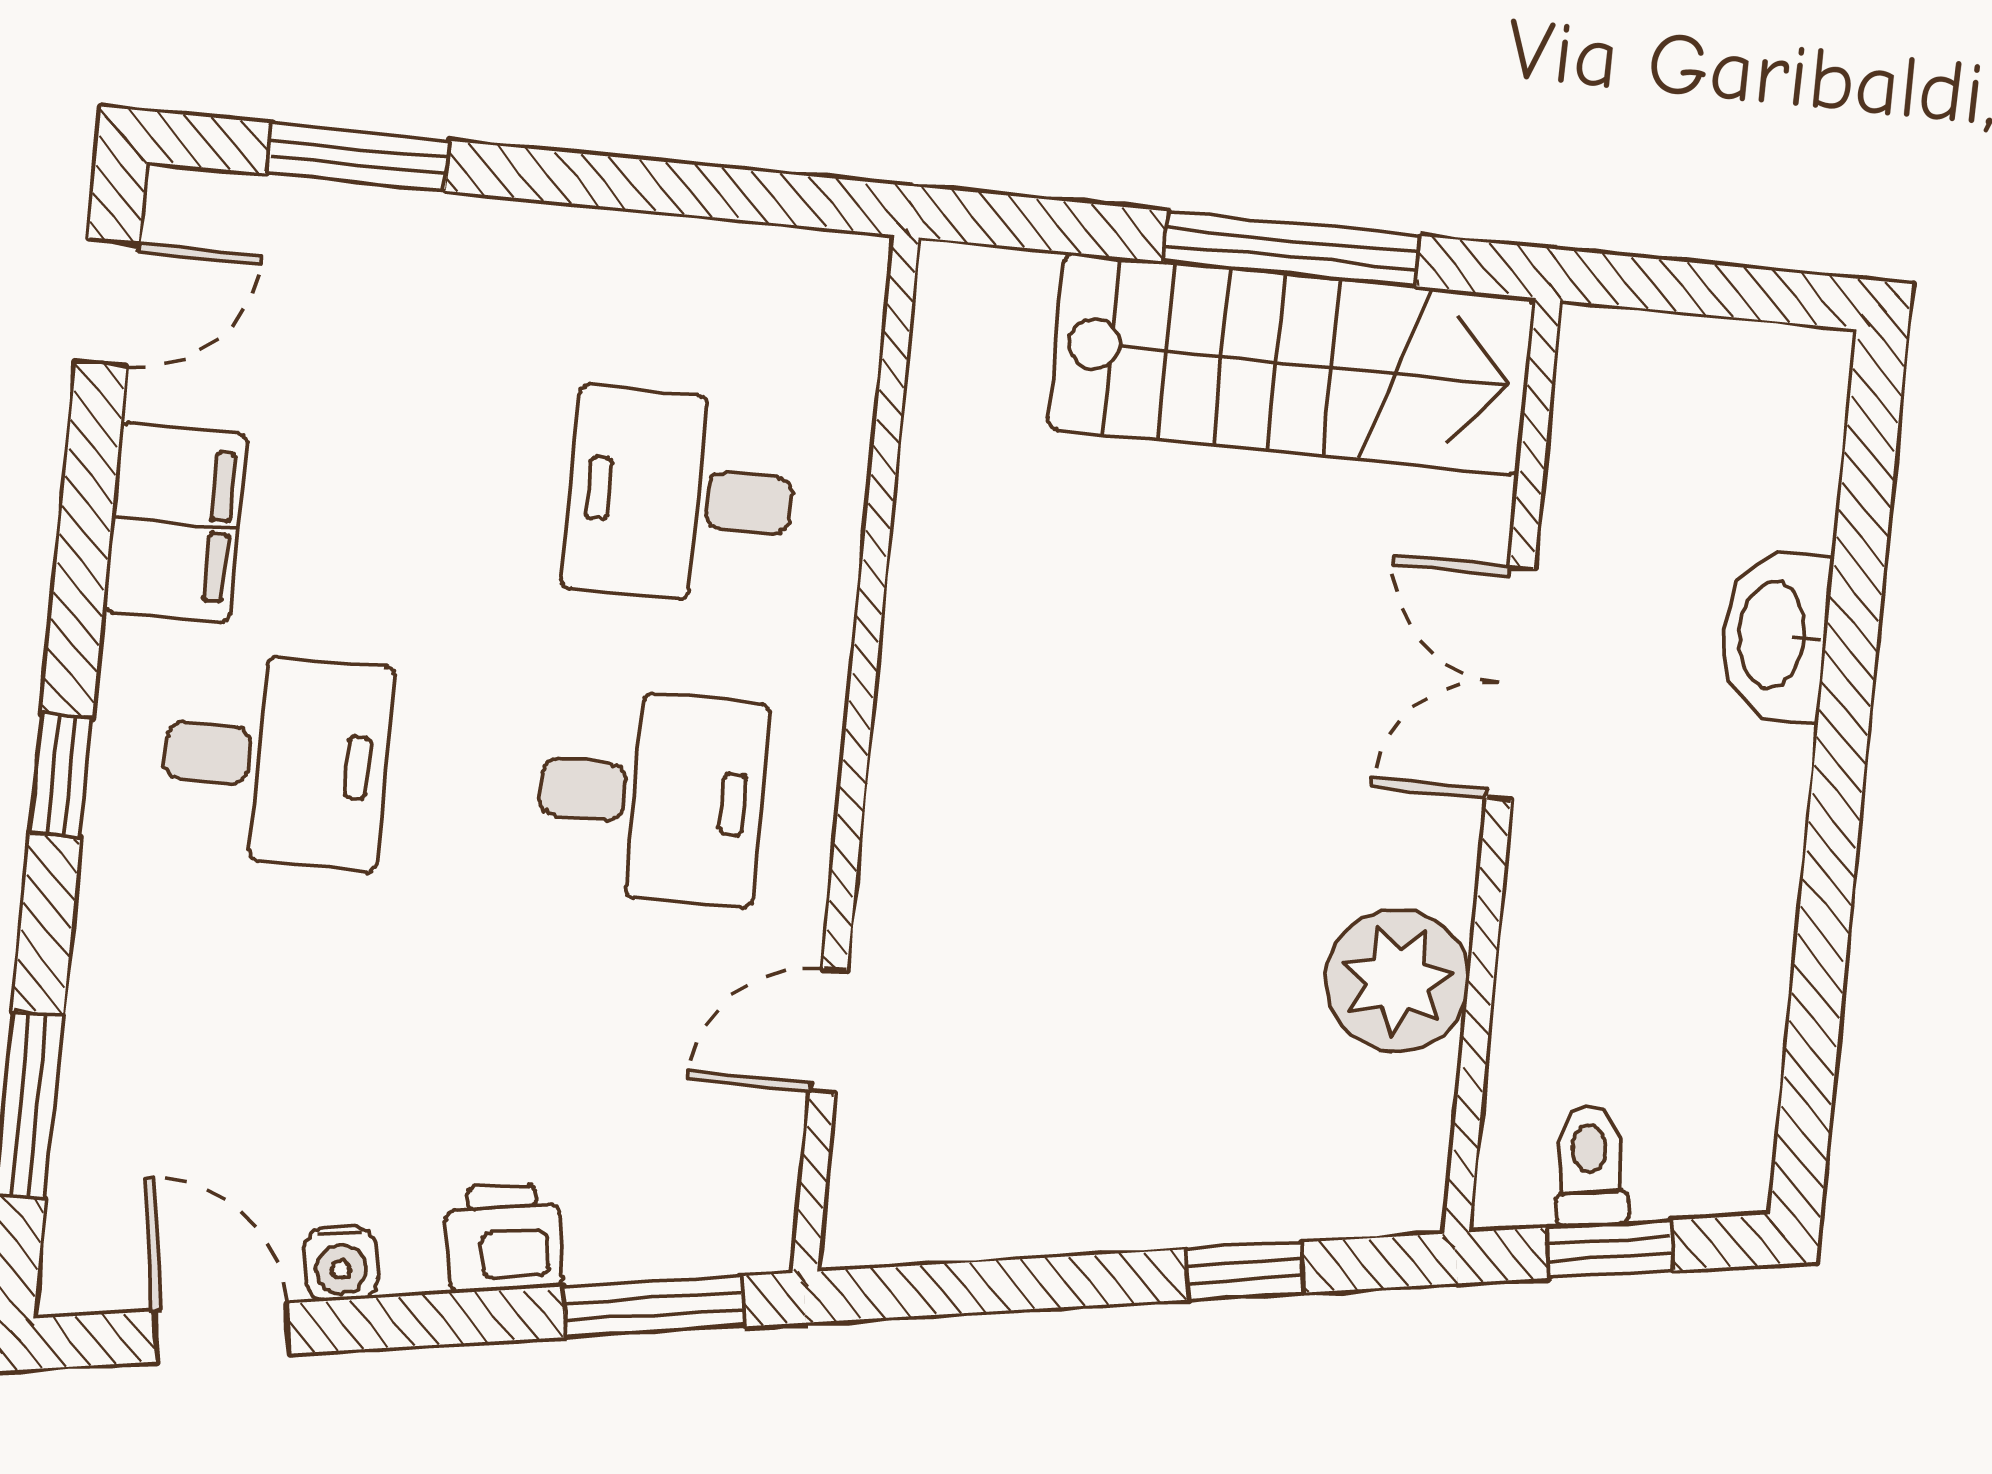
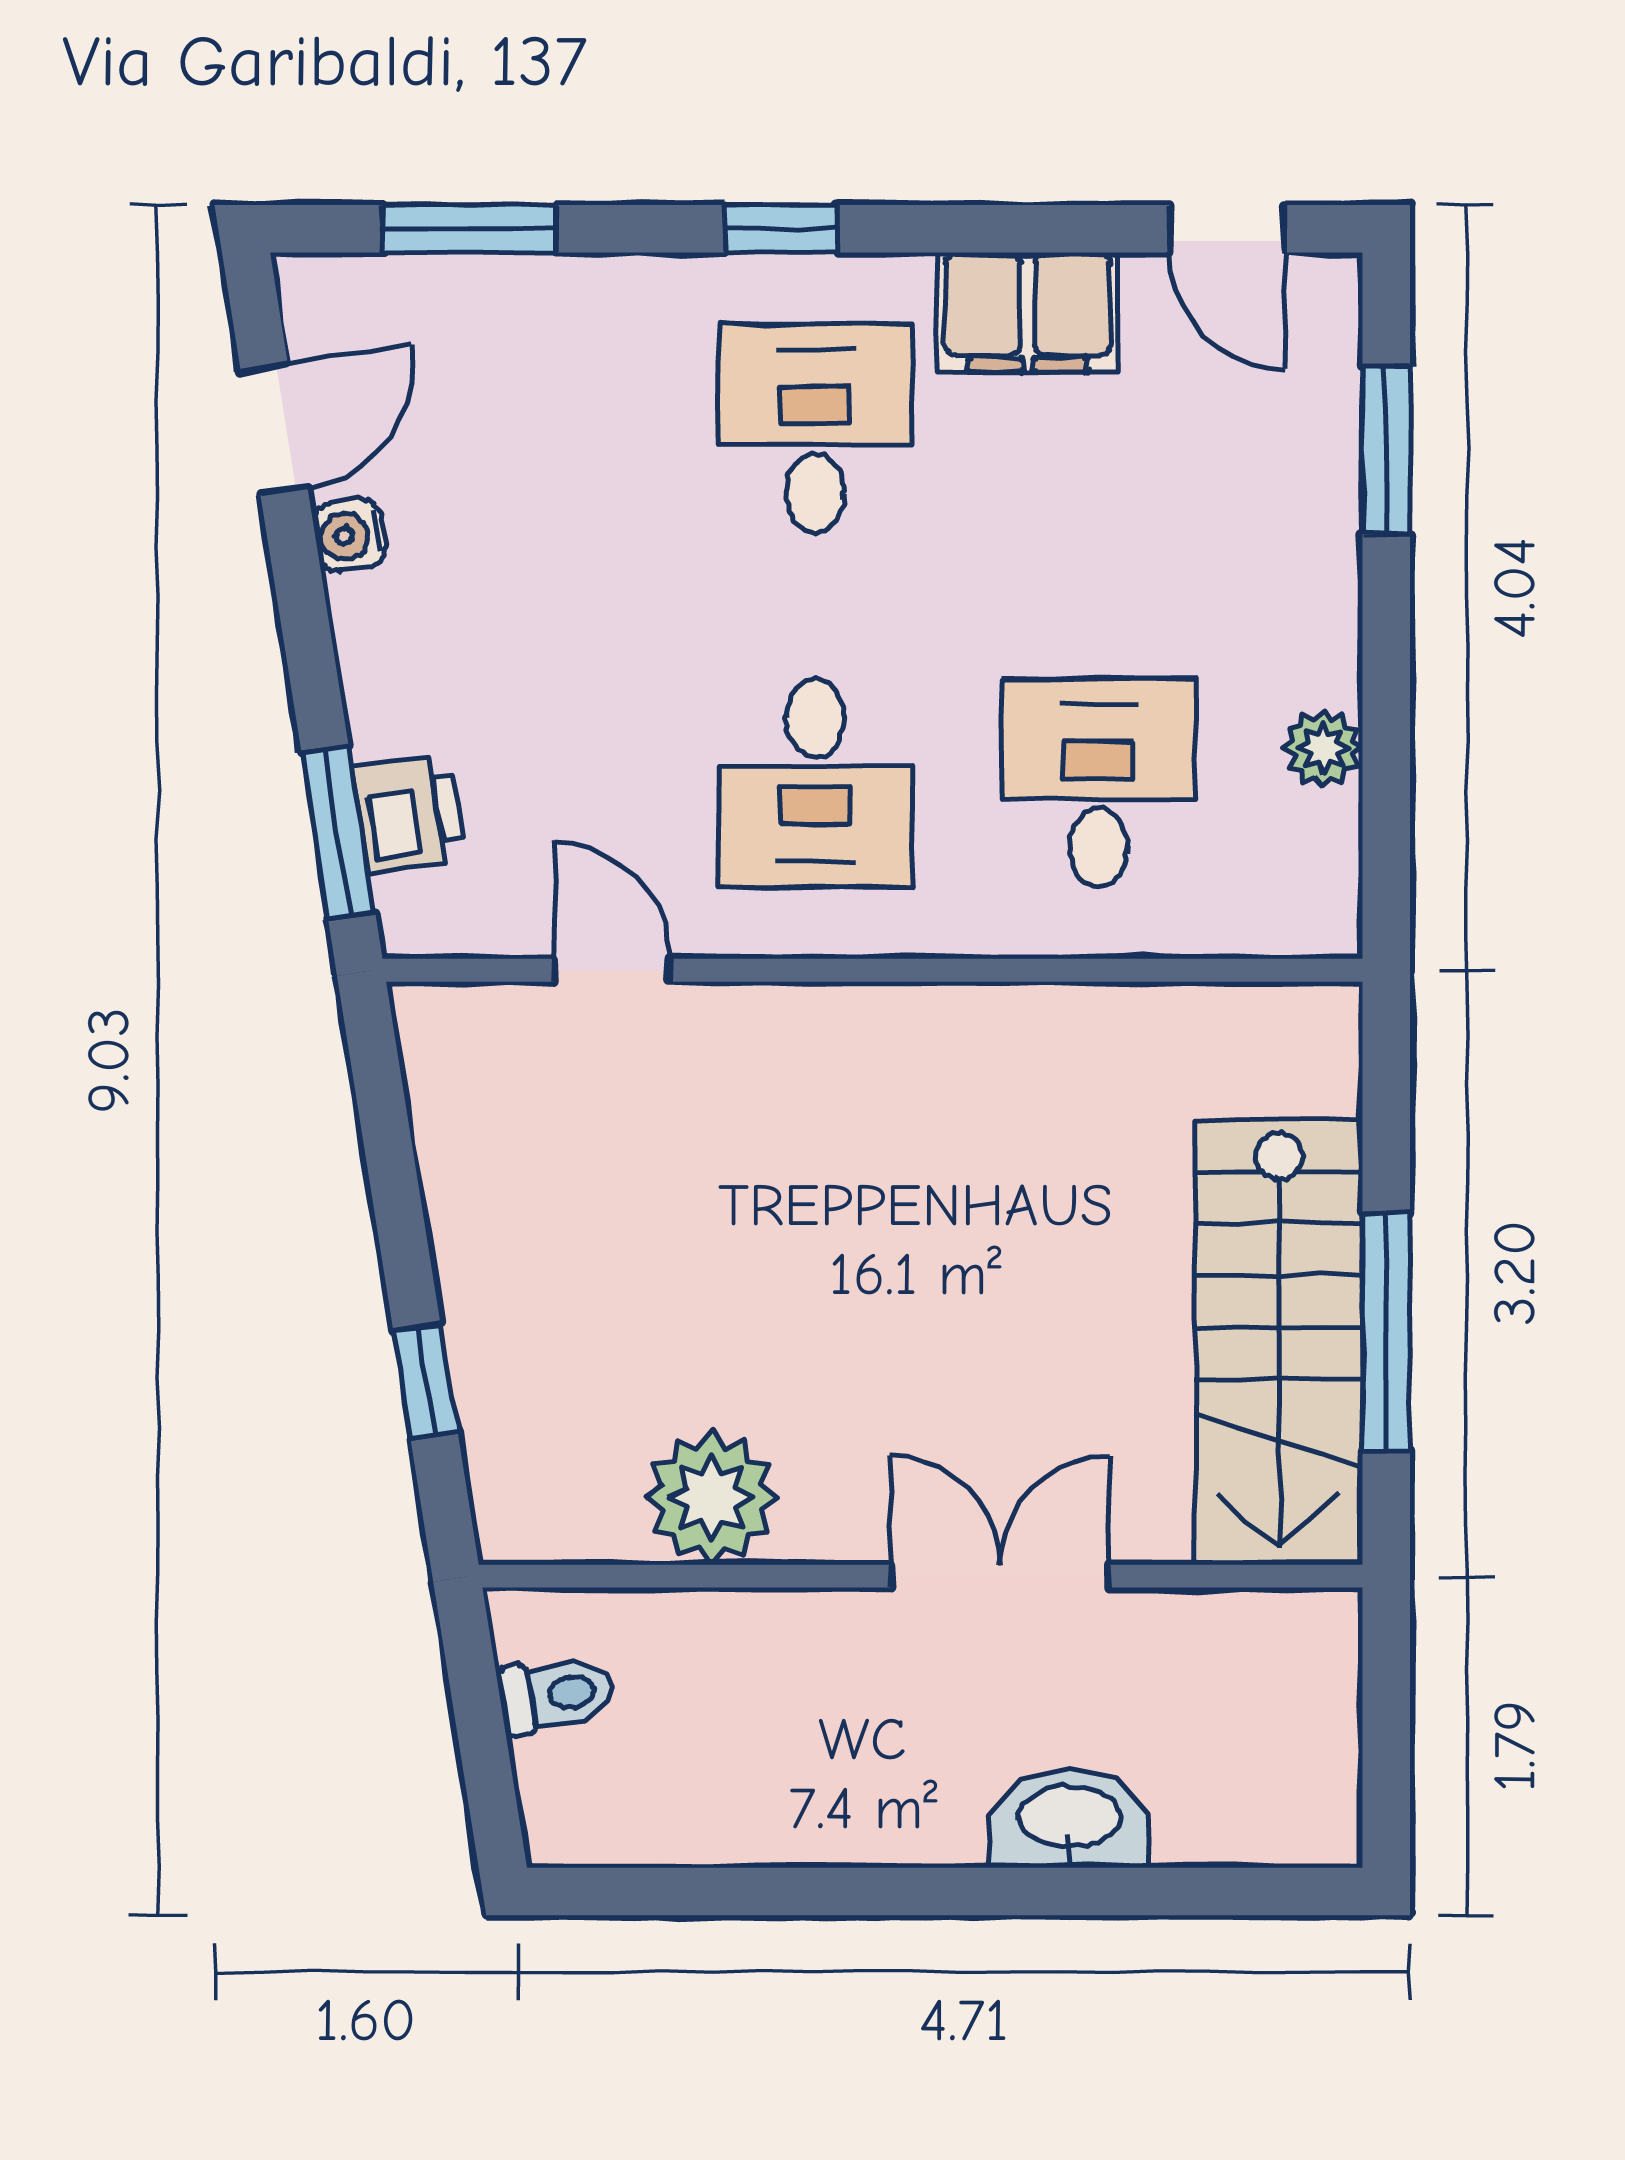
plant: (667, 255) -> (1323, 748), added
desk: (276, 759) -> (815, 428), turned 180
printer: (504, 1238) -> (409, 813), moved
window: (1610, 1249) -> (480, 1721), removed

